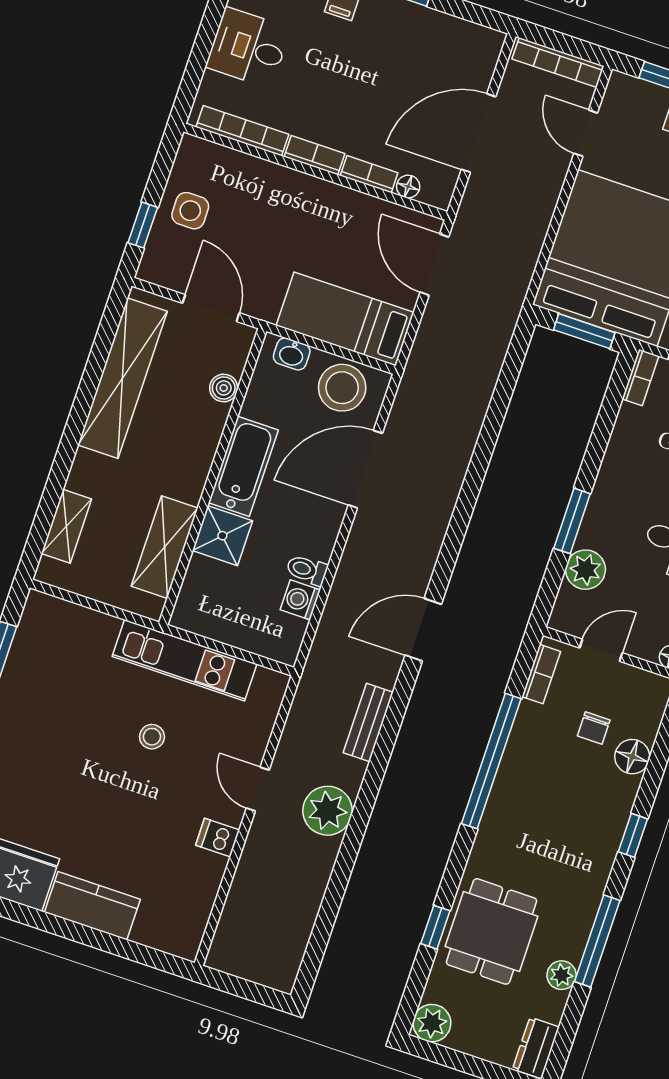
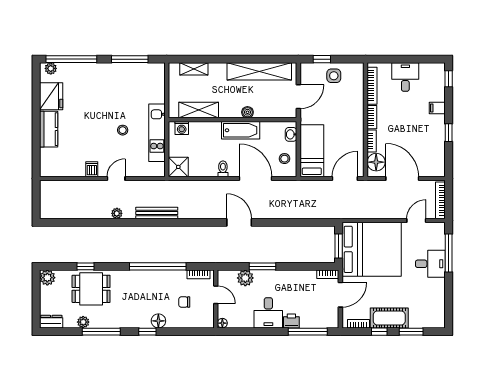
floor lamp: (408, 187) -> (376, 162), width x1.89, depth x1.89
boiler: (224, 388) -> (247, 112), moved
stool: (342, 388) -> (284, 159), width x0.53, depth x0.53
shower: (222, 536) -> (178, 167), moved
toilet: (307, 570) -> (223, 169), moved
washing machine: (300, 600) -> (182, 128), moved, turned 180
door: (423, 630) -> (239, 222), moved
bench: (368, 723) -> (157, 213), width x1.36
floor lamp: (632, 757) -> (158, 321), moved
plant: (328, 811) -> (117, 213), width x0.53, depth x0.53

